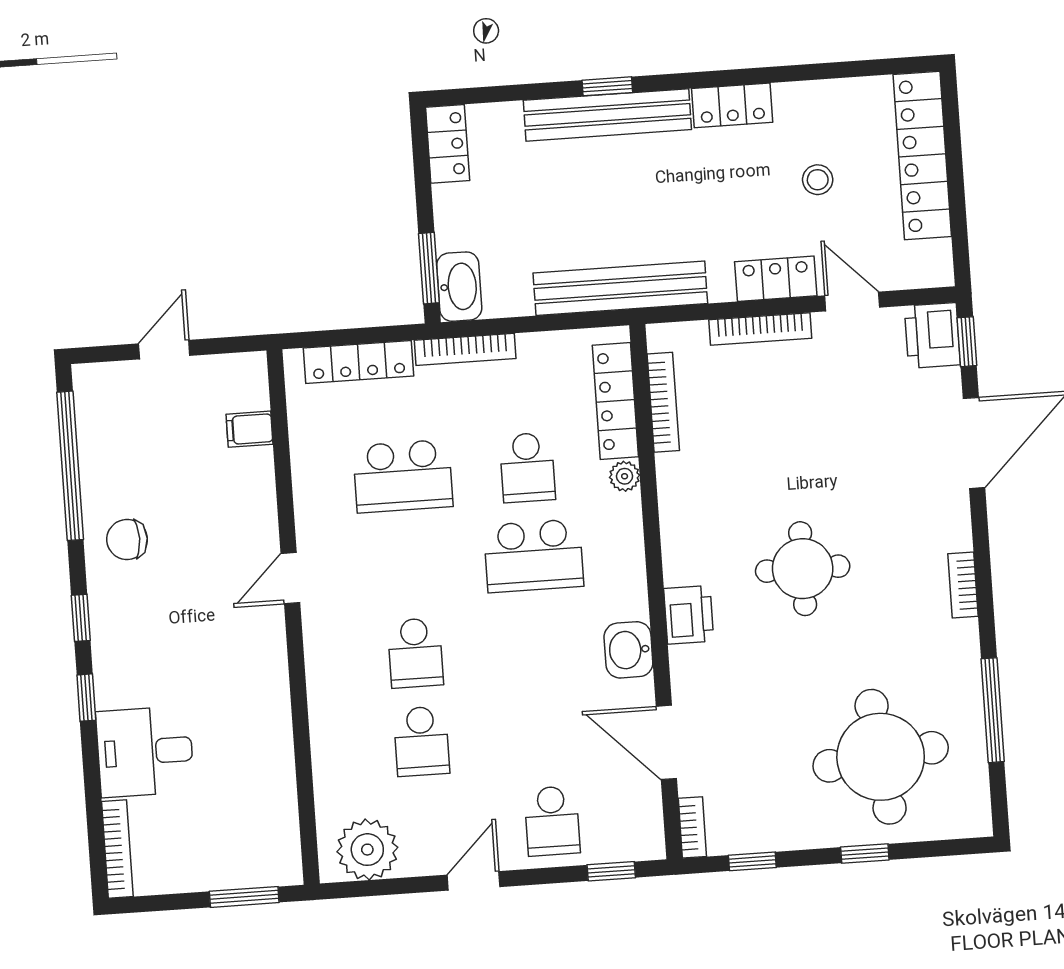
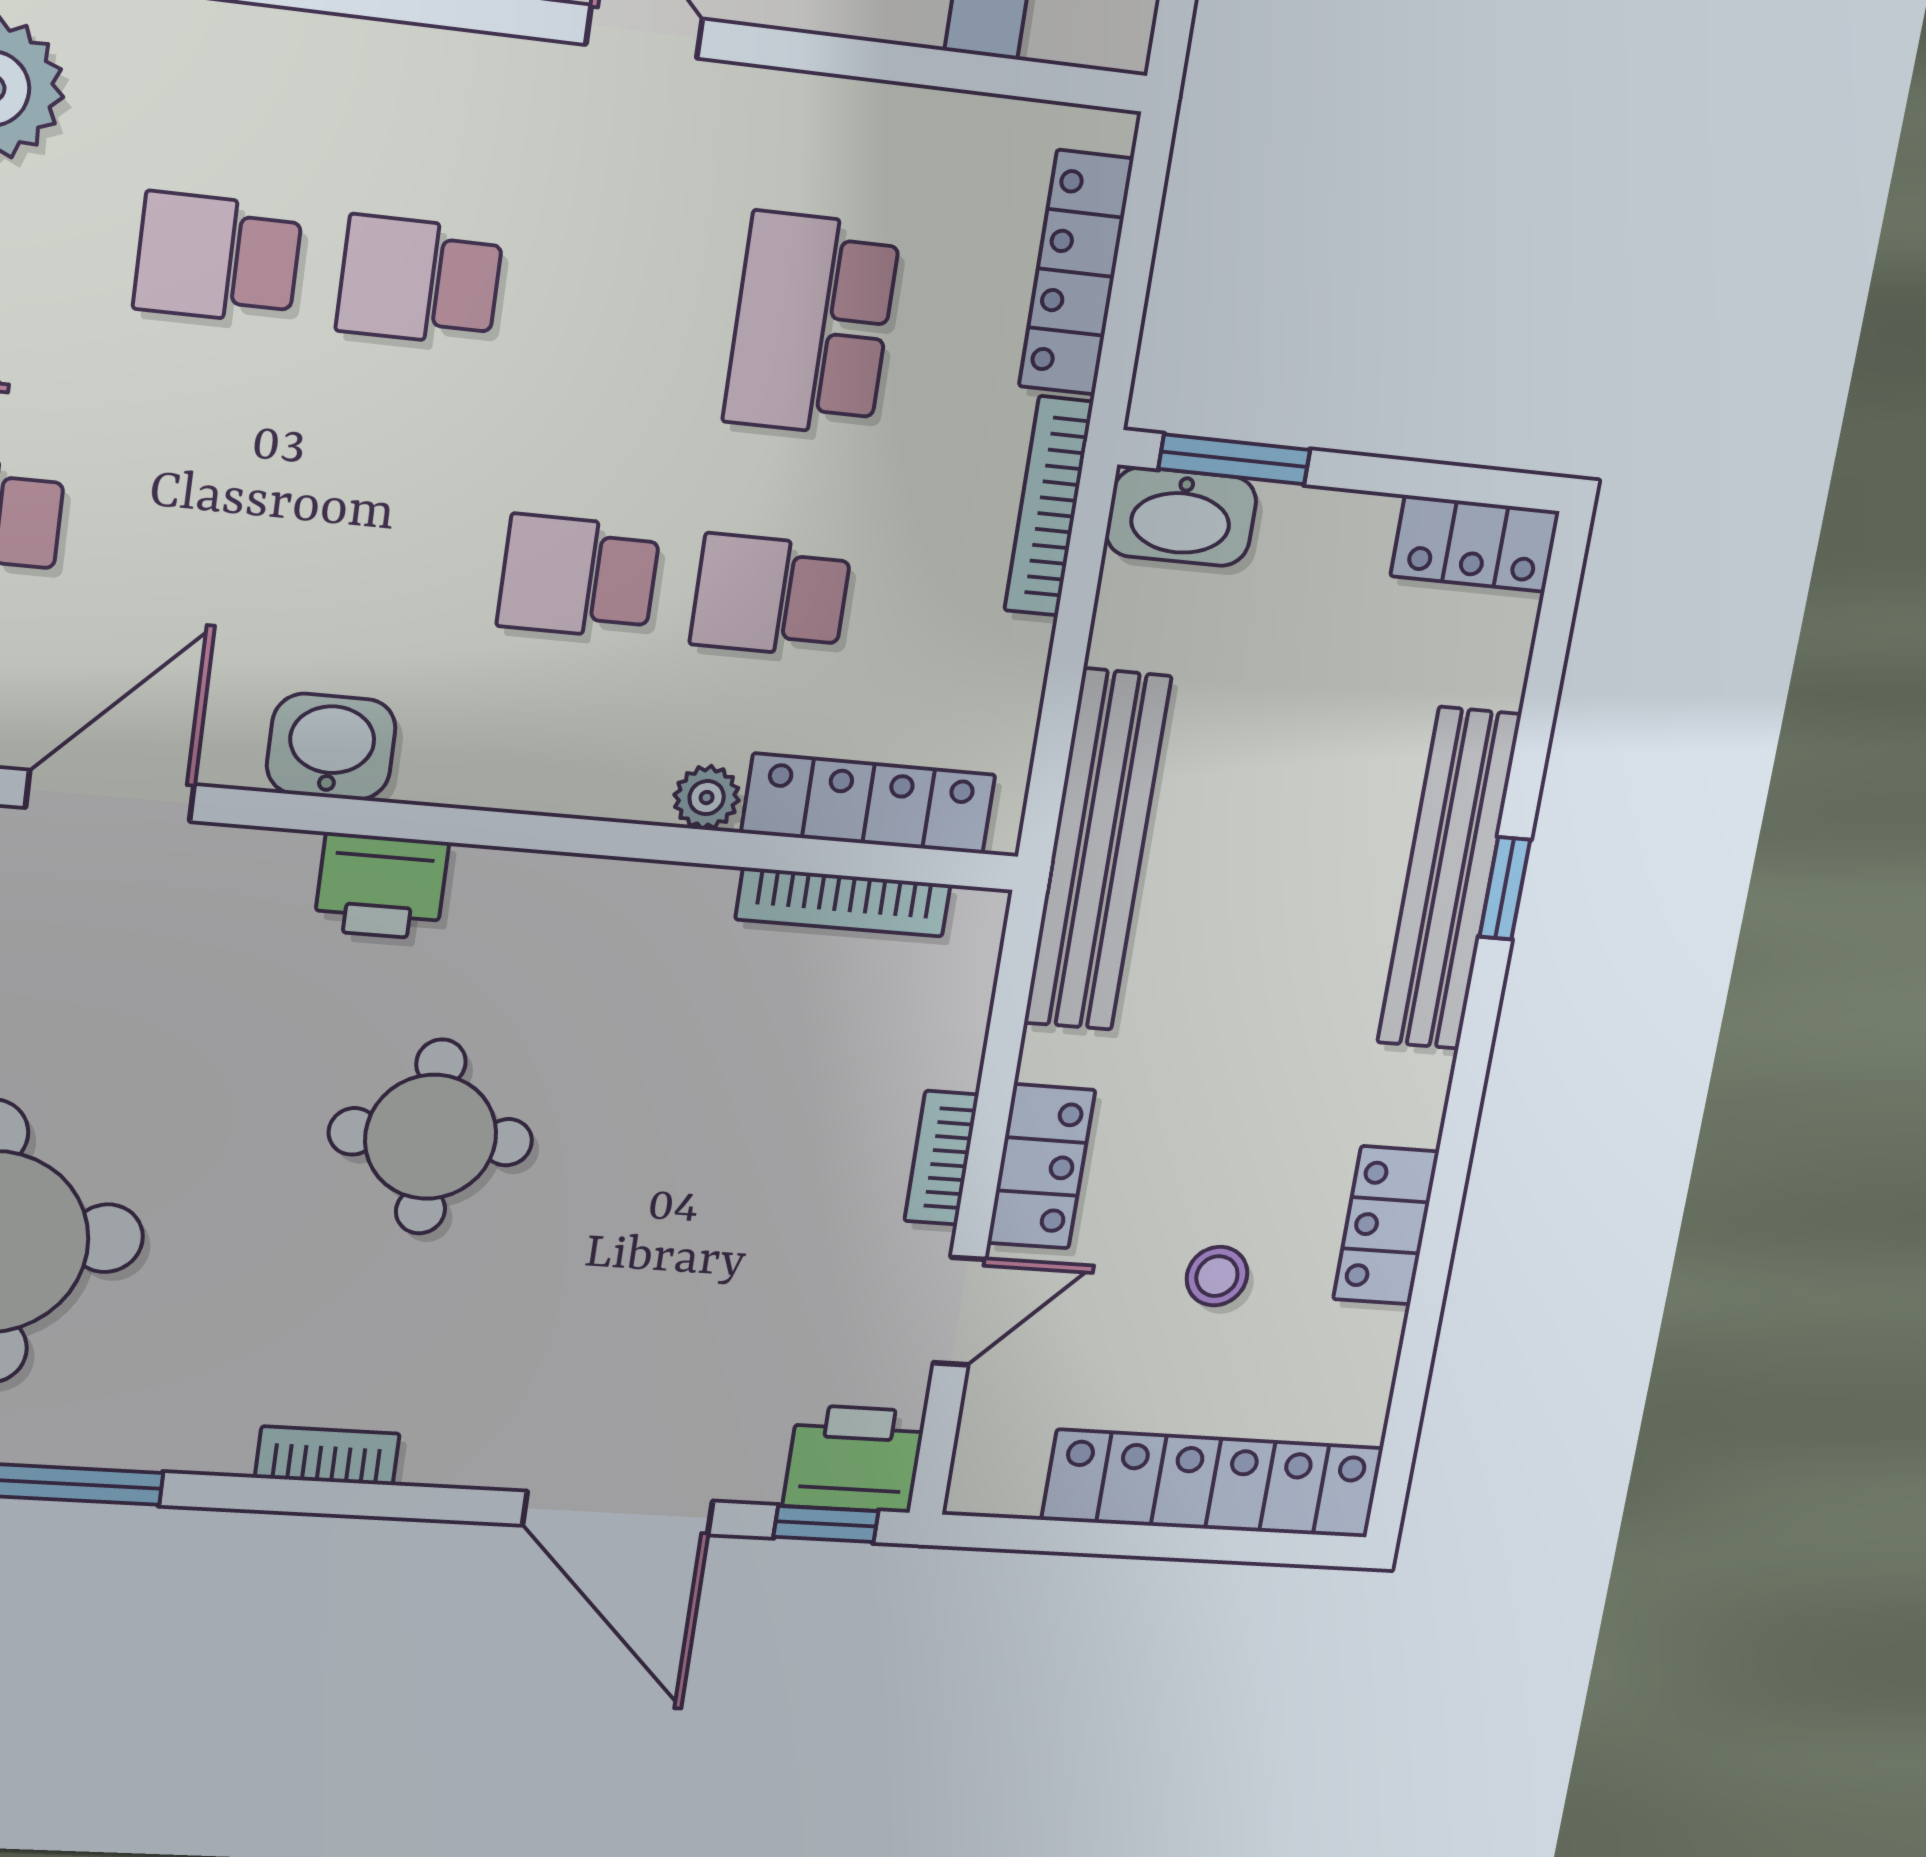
locker: (732, 105) -> (1386, 1225), moved
bookcase: (760, 329) -> (941, 1158), width x0.64
school desk: (534, 556) -> (579, 577), width x0.54

